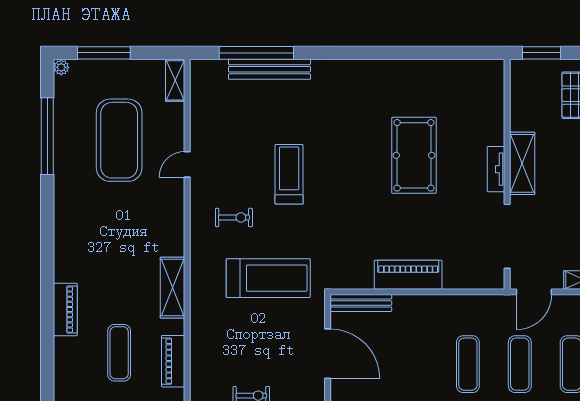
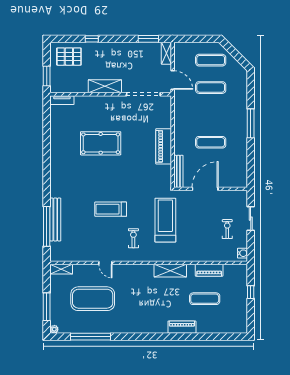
tv unit: (496, 169) -> (62, 100), moved
exercise mat: (468, 364) -> (211, 142), moved

